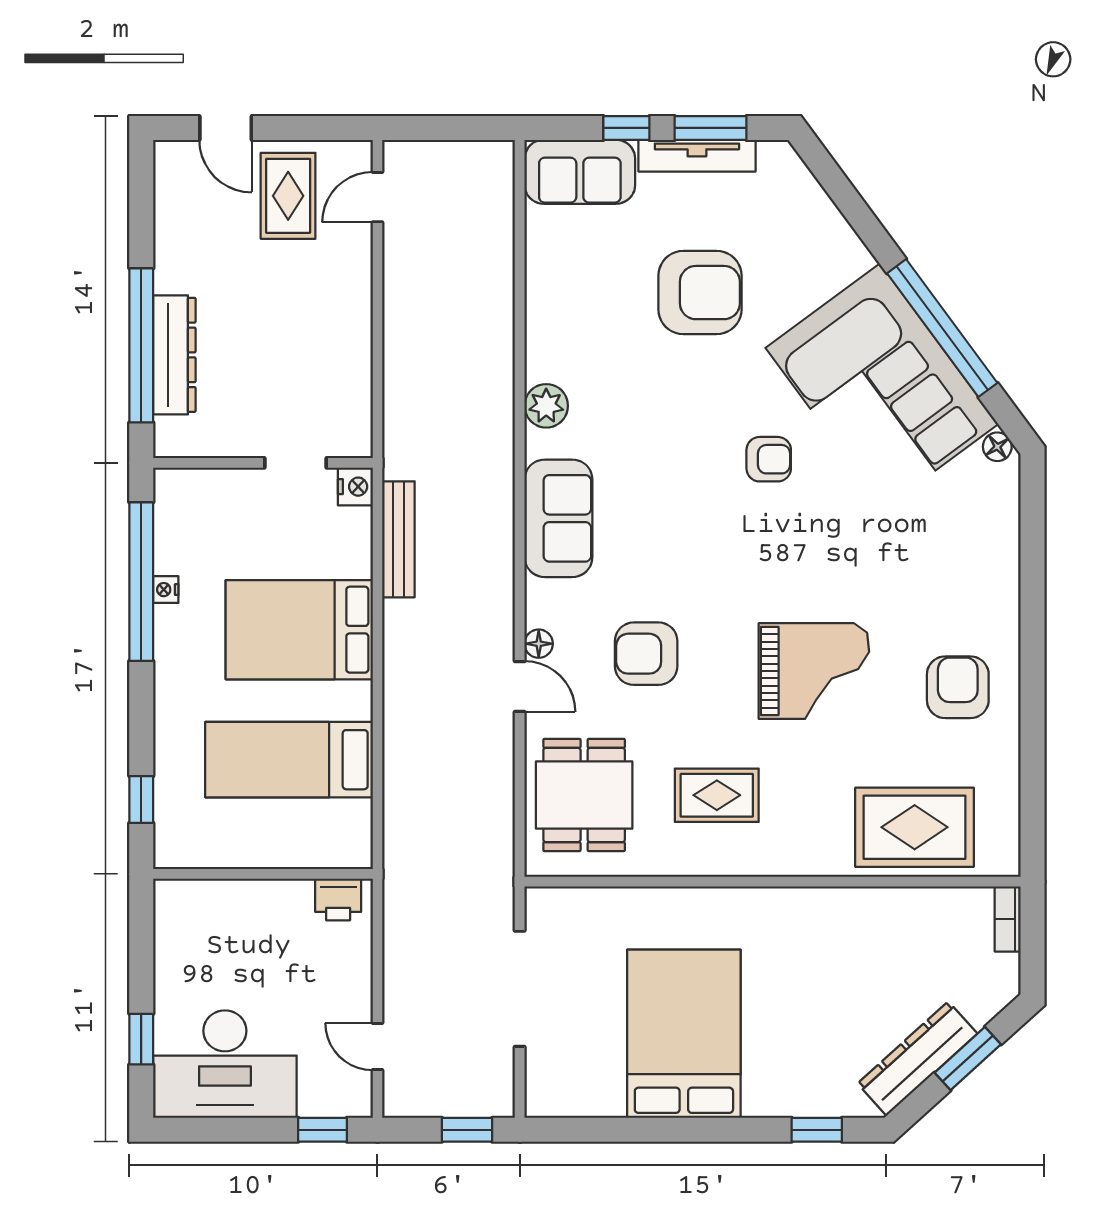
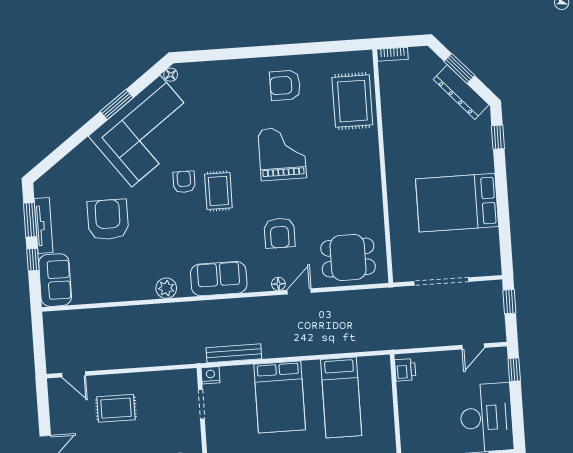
rug: (288, 196) -> (116, 408), moved
window: (942, 328) -> (117, 104), width x0.47
rug: (717, 795) -> (218, 191), moved

